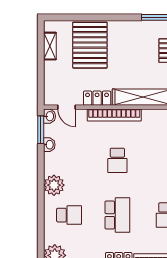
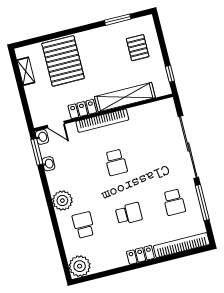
school desk: (69, 215) -> (84, 225), turned -90
school desk: (117, 215) -> (129, 214), width x0.54

